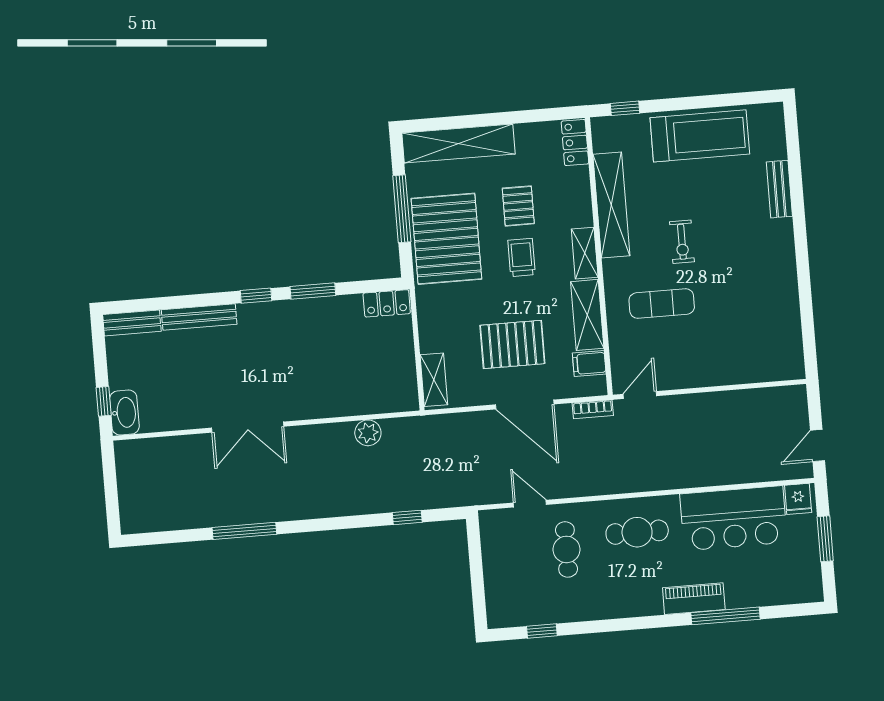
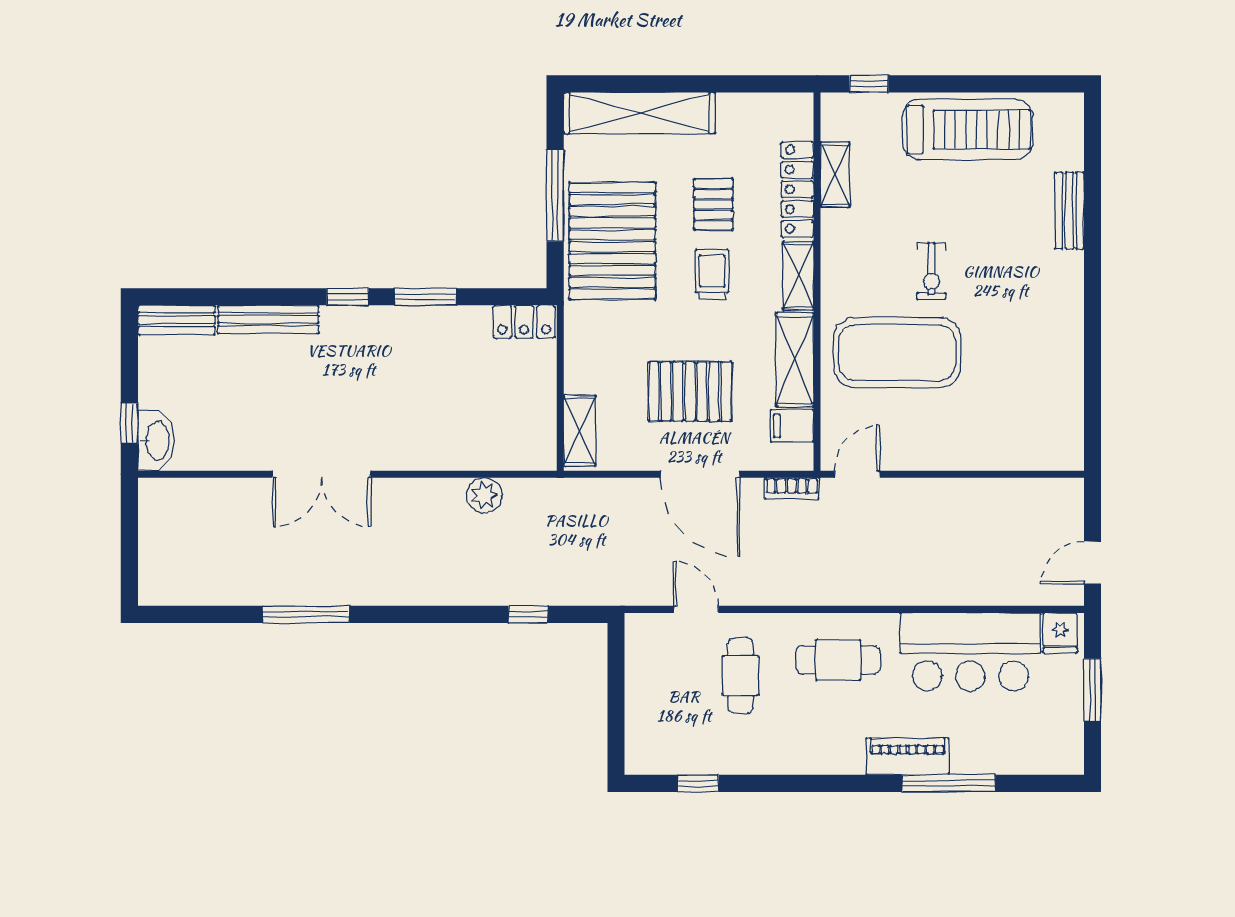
locker: (575, 142) -> (797, 189), moved, width x1.53
shelving: (611, 205) -> (835, 175), width x0.45, depth x0.75
exercise mat: (662, 304) -> (897, 353), width x2.00, depth x1.45

